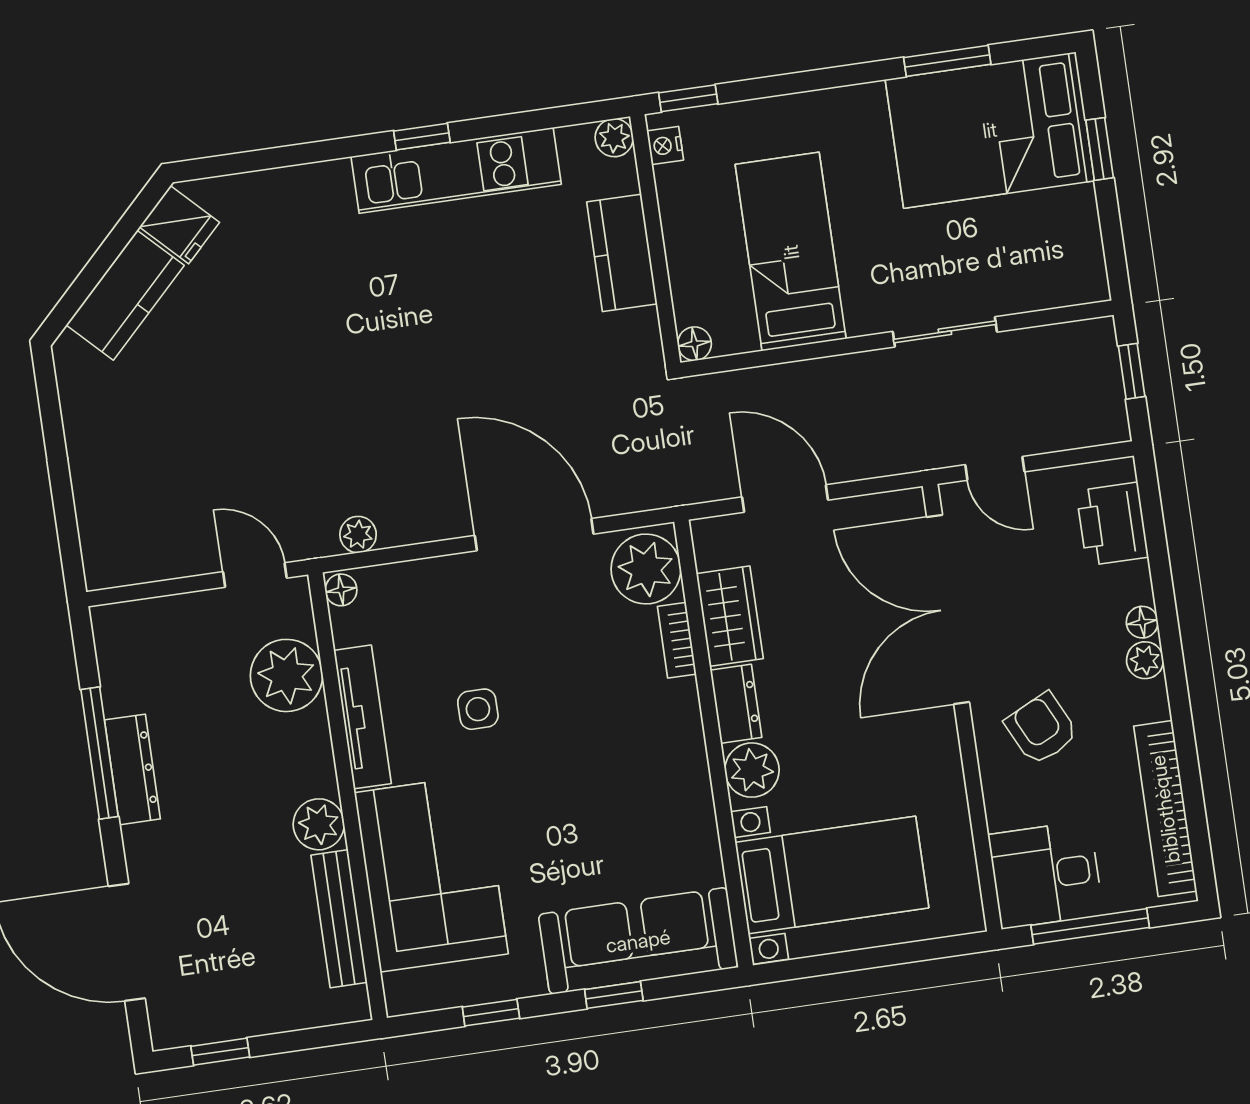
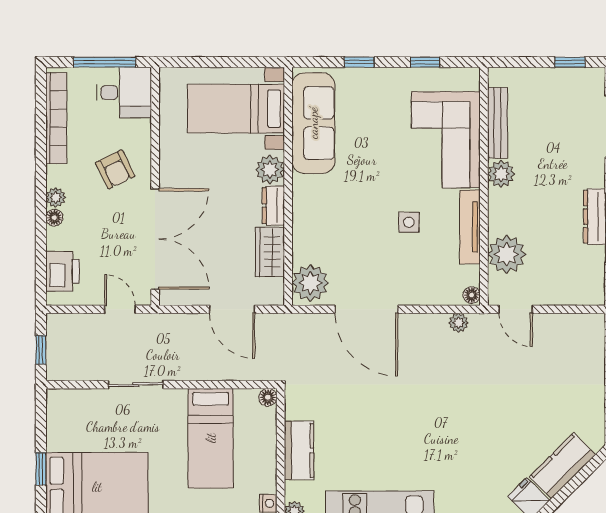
bookcase: (677, 640) -> (300, 243), removed
sofa: (638, 941) -> (313, 123), moved, turned -90

